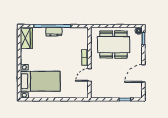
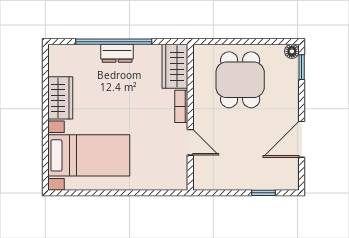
wardrobe: (26, 38) -> (60, 98), moved
wardrobe: (82, 38) -> (175, 66), added
dining table: (114, 45) -> (240, 80), width x0.73
door: (89, 75) -> (190, 142), swing flipped

